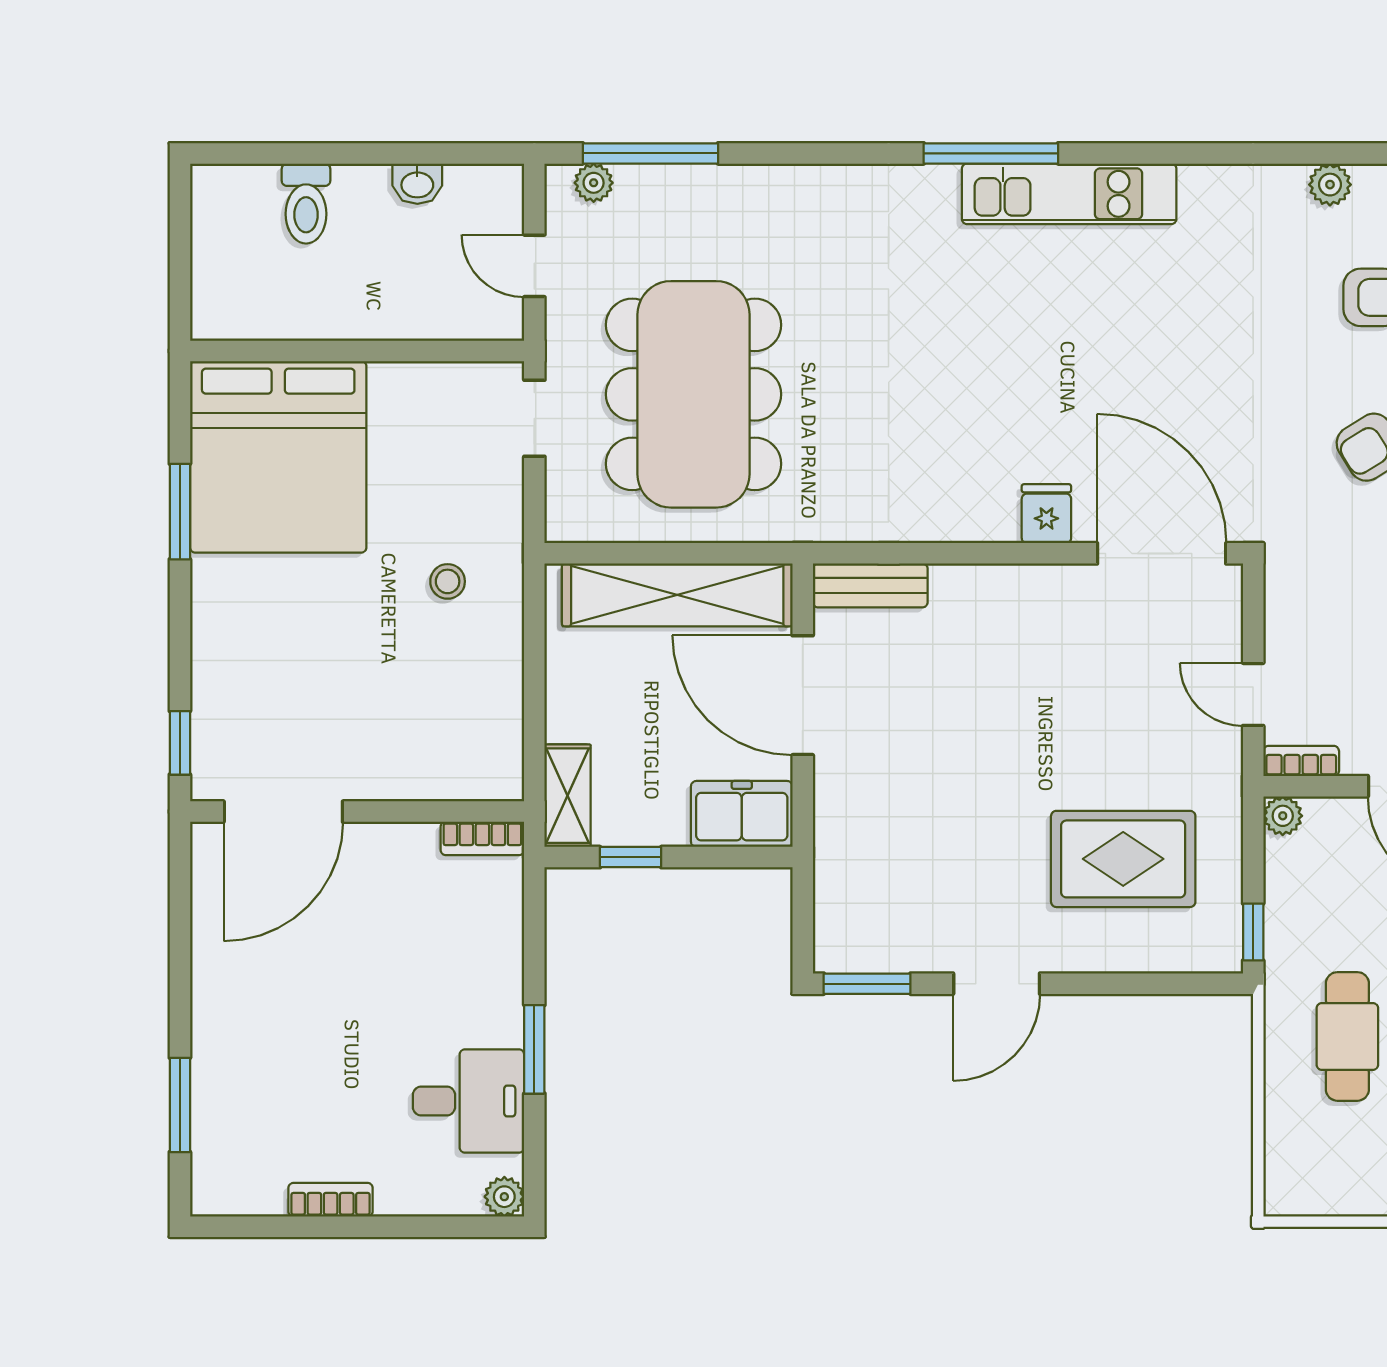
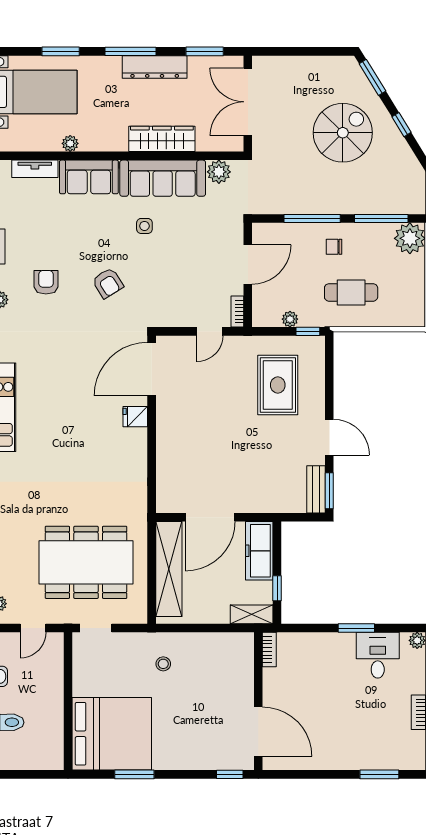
bench: (870, 585) -> (316, 489), moved
freezer: (742, 814) -> (259, 551), width x1.40
plant: (1283, 816) -> (290, 319), moved

